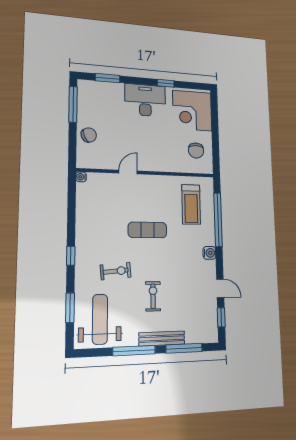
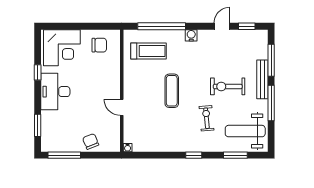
exercise bike: (153, 296) -> (228, 86), width x1.38, depth x1.39

